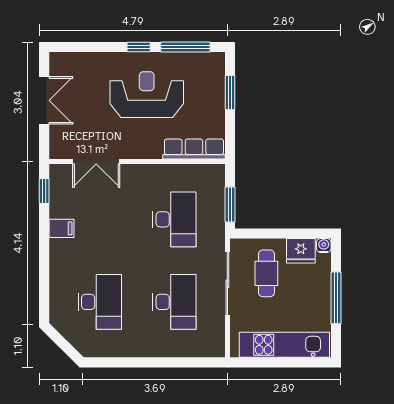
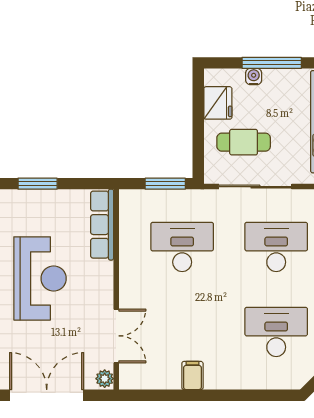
reception desk: (147, 95) -> (40, 278), turned 180
double door: (44, 100) -> (47, 395), width x1.37
plant: (59, 151) -> (105, 379), added
window: (44, 191) -> (150, 395), removed
water cooler: (324, 246) -> (254, 77), moved, turned 90

